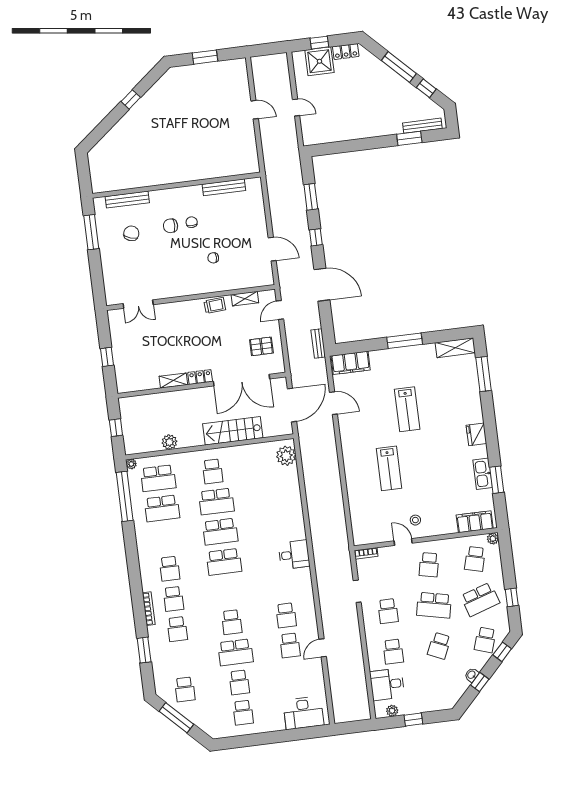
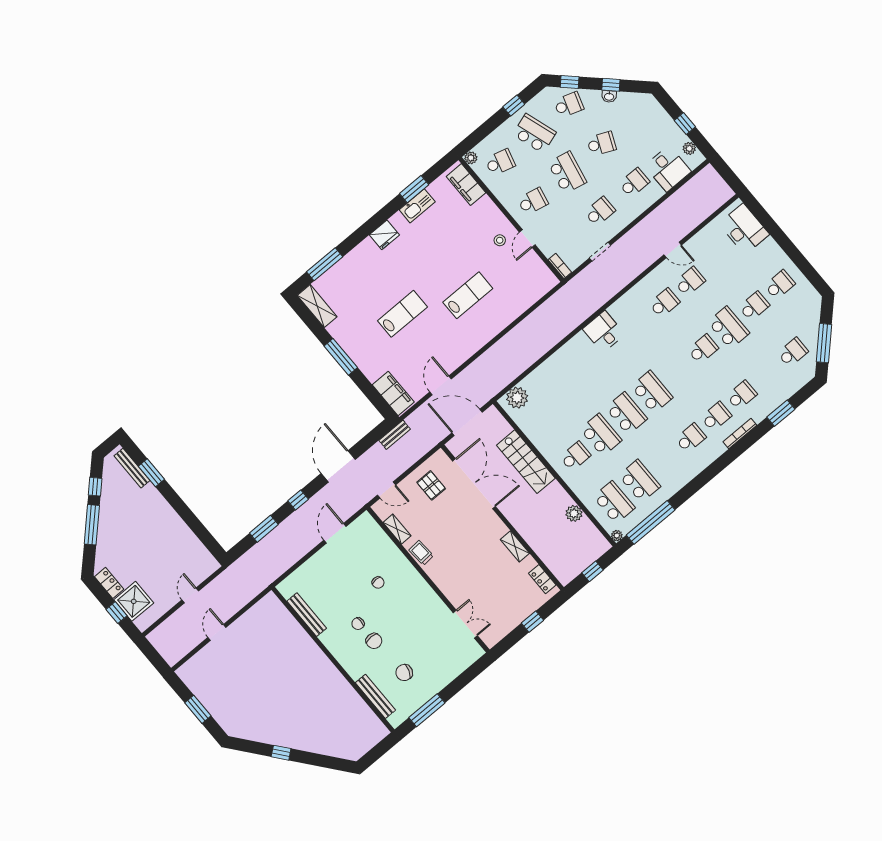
locker: (200, 377) -> (542, 579), moved

